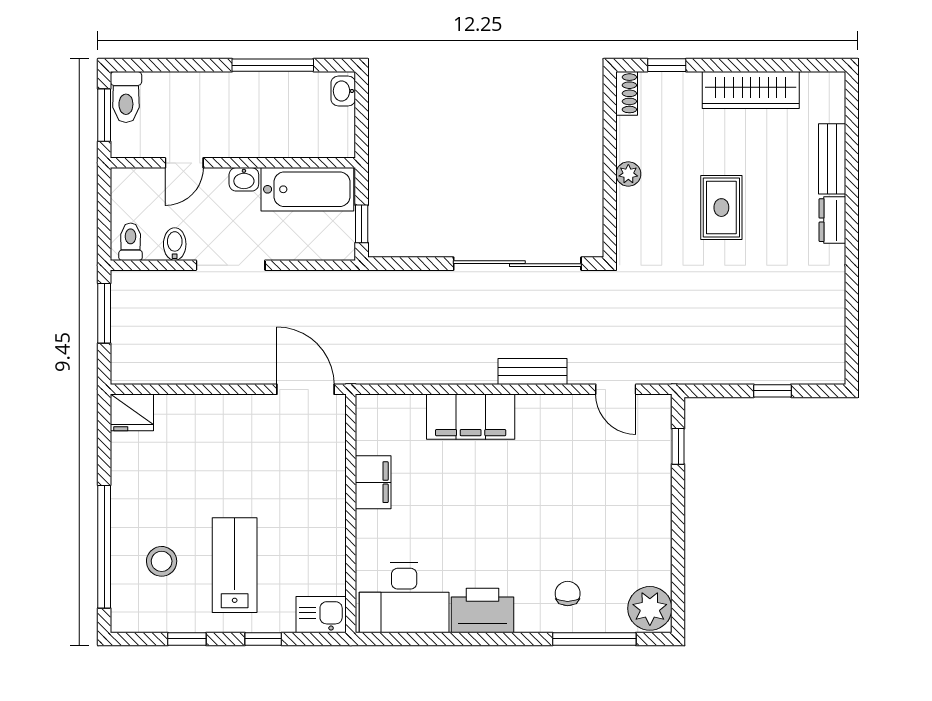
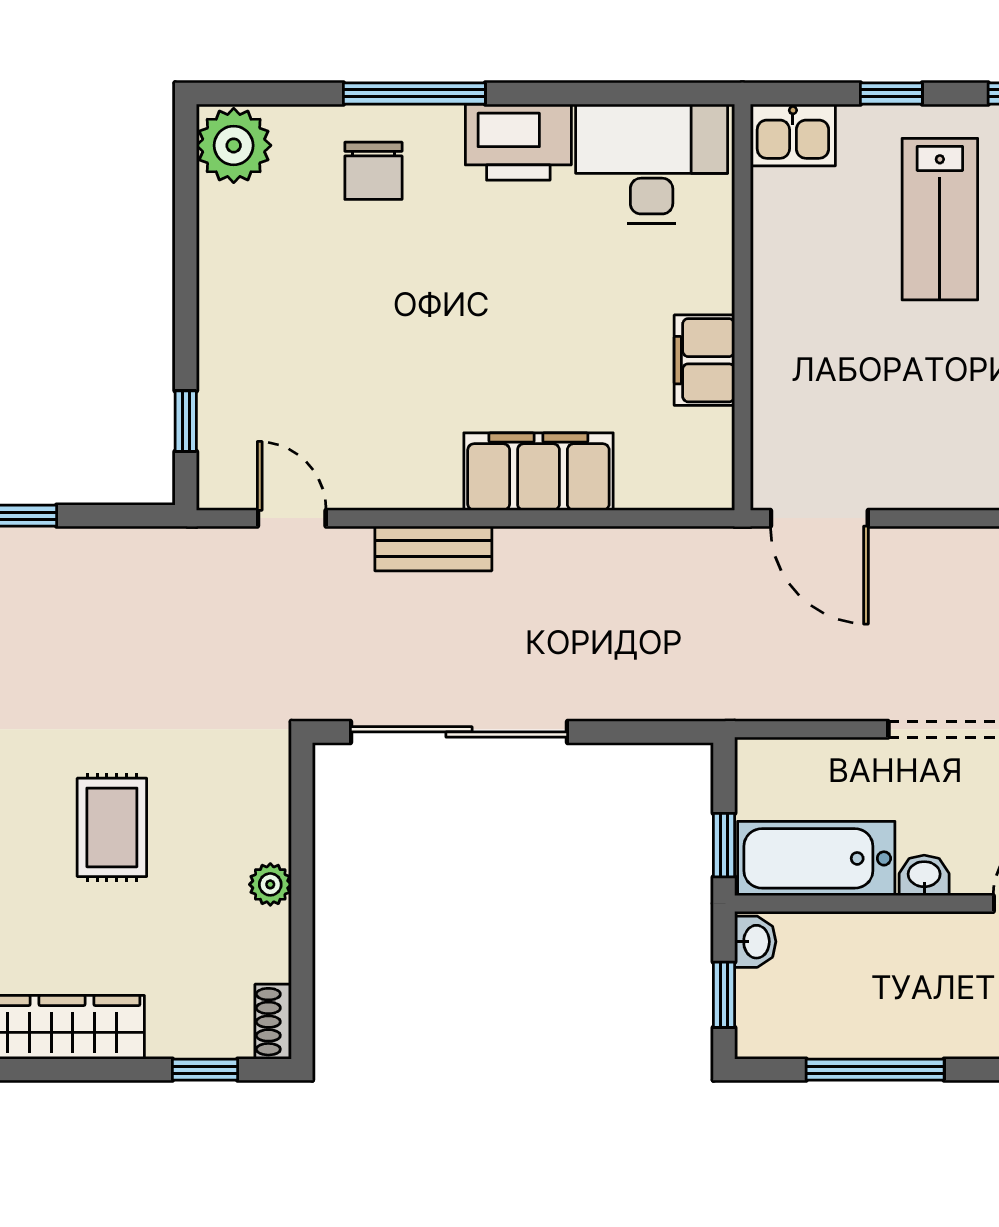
washbasin: (343, 91) -> (755, 942), moved
window: (362, 109) -> (724, 995), added
window: (362, 224) -> (724, 845), moved
chair: (568, 594) -> (373, 171), width x1.37, depth x1.37
window: (594, 639) -> (414, 93), moved

